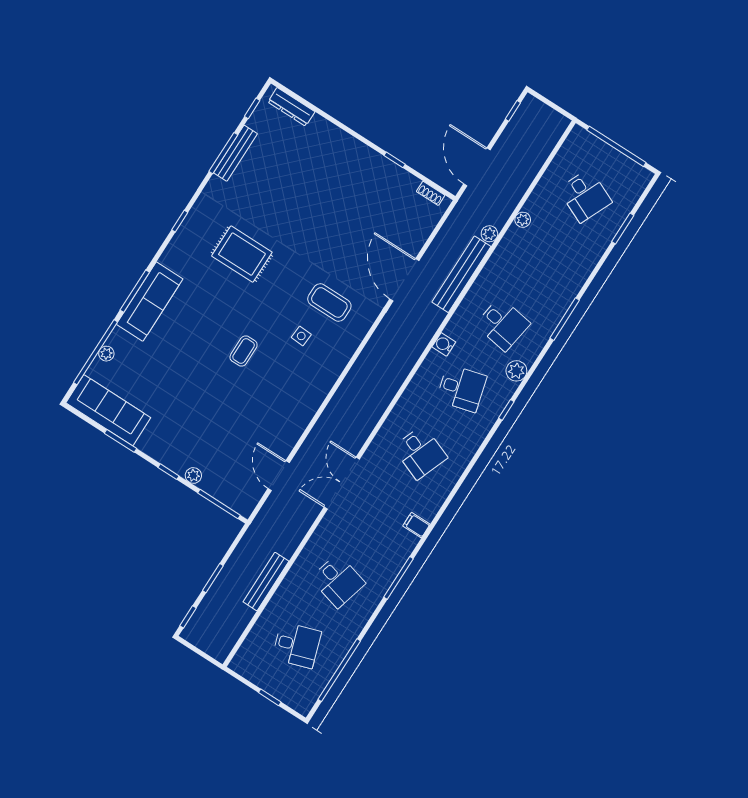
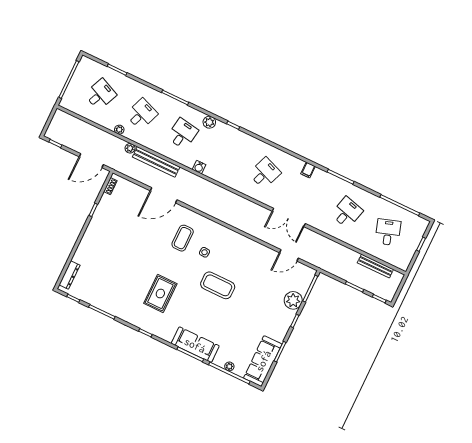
bench: (235, 153) -> (101, 305), removed
coffee table: (244, 351) -> (218, 285), width x1.86, depth x1.72
desk: (461, 388) -> (141, 114), moved, turned 36
plant: (193, 475) -> (293, 300), width x1.87, depth x1.87
bench: (266, 581) -> (375, 266), moved

